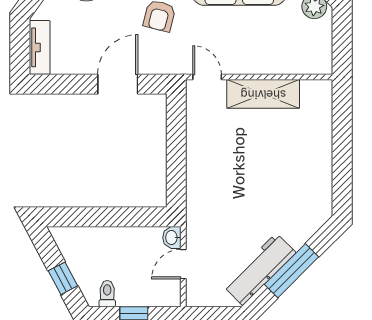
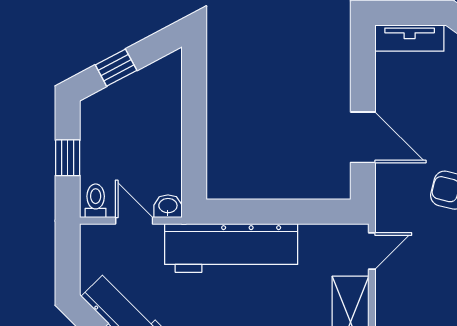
workbench: (205, 188) -> (231, 248), added
toilet: (107, 294) -> (96, 201), moved, turned -90

